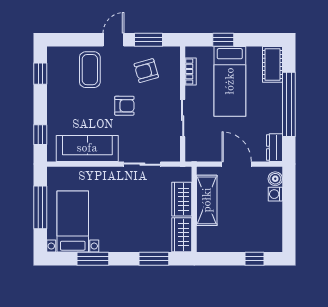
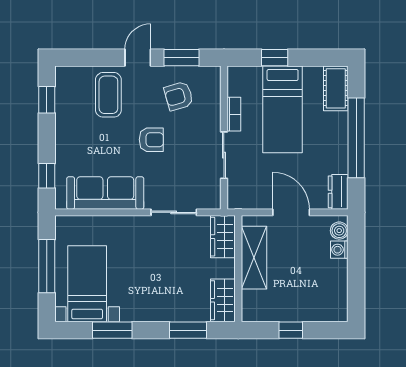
bookcase: (191, 72) -> (234, 114), moved
wardrobe: (182, 199) -> (223, 237), moved
window: (255, 259) -> (291, 330), moved

